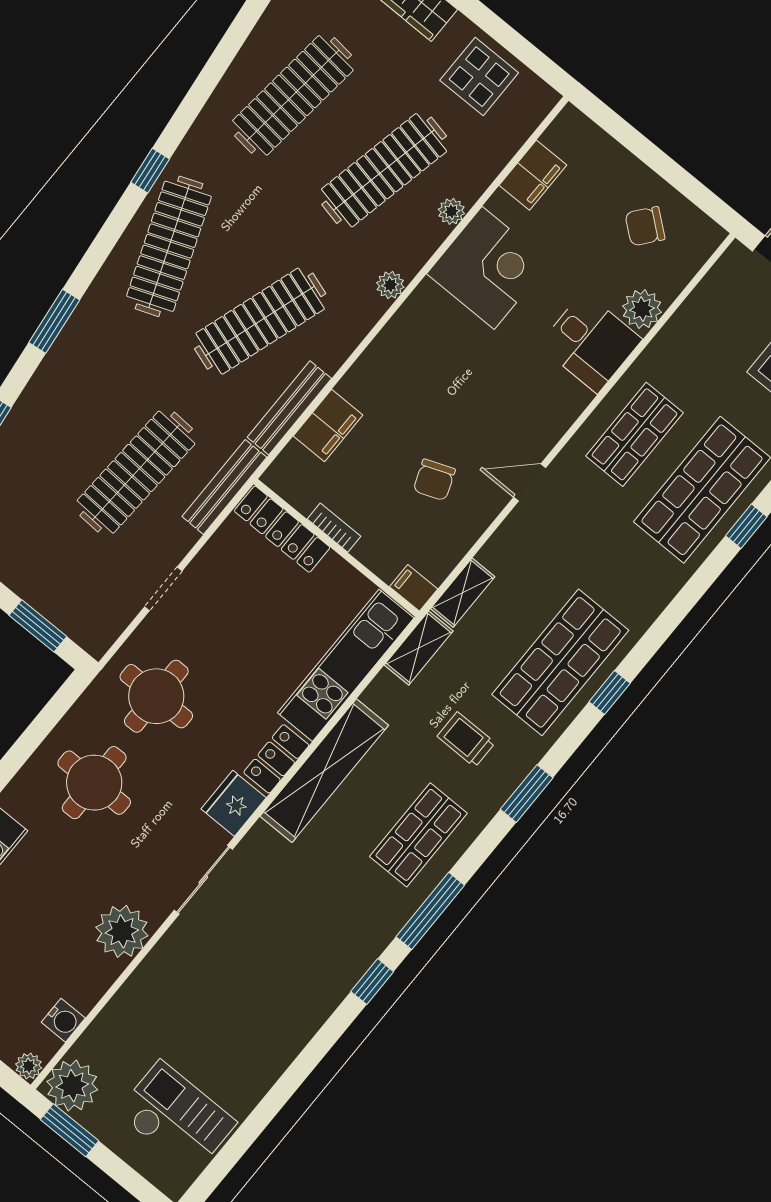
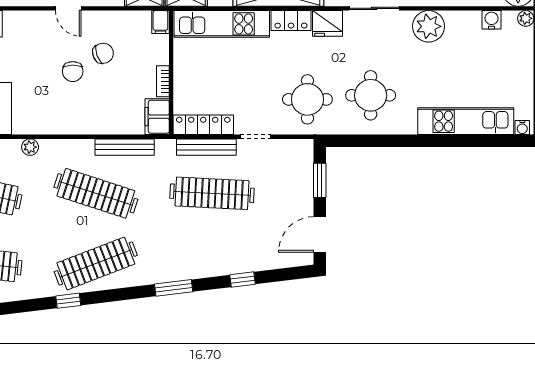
chair: (443, 421) -> (73, 72), added
filing cabinet: (328, 425) -> (157, 117), moved, turned -90
bench: (224, 487) -> (206, 147), moved
locker: (282, 529) -> (203, 125), moved, turned -90

